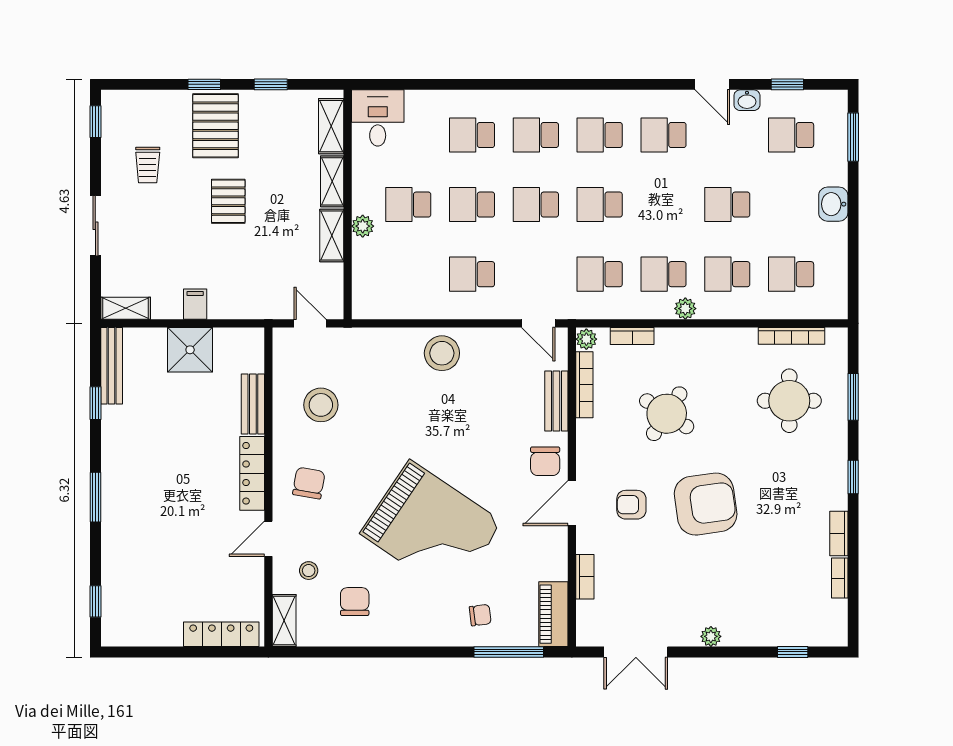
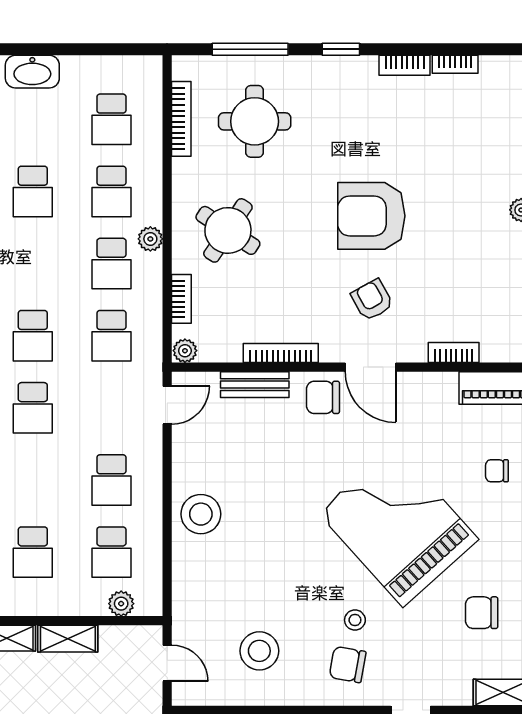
washbasin: (833, 204) -> (32, 72), width x1.38
school desk: (472, 205) -> (111, 552), moved
plant: (363, 226) -> (121, 604), moved
door: (310, 323) -> (167, 663), swing flipped
bookcase: (584, 385) -> (281, 353), moved
window: (853, 397) -> (250, 49), width x1.44
round table: (667, 414) -> (228, 230), moved
chair: (545, 461) -> (323, 397), turned 180
armchair: (706, 504) -> (371, 216), turned -82
armchair: (631, 505) -> (372, 300), turned 151
grand piano: (431, 528) -> (398, 526), turned -76
stool: (309, 571) -> (355, 620), moved
chair: (480, 615) -> (497, 471), turned -83

